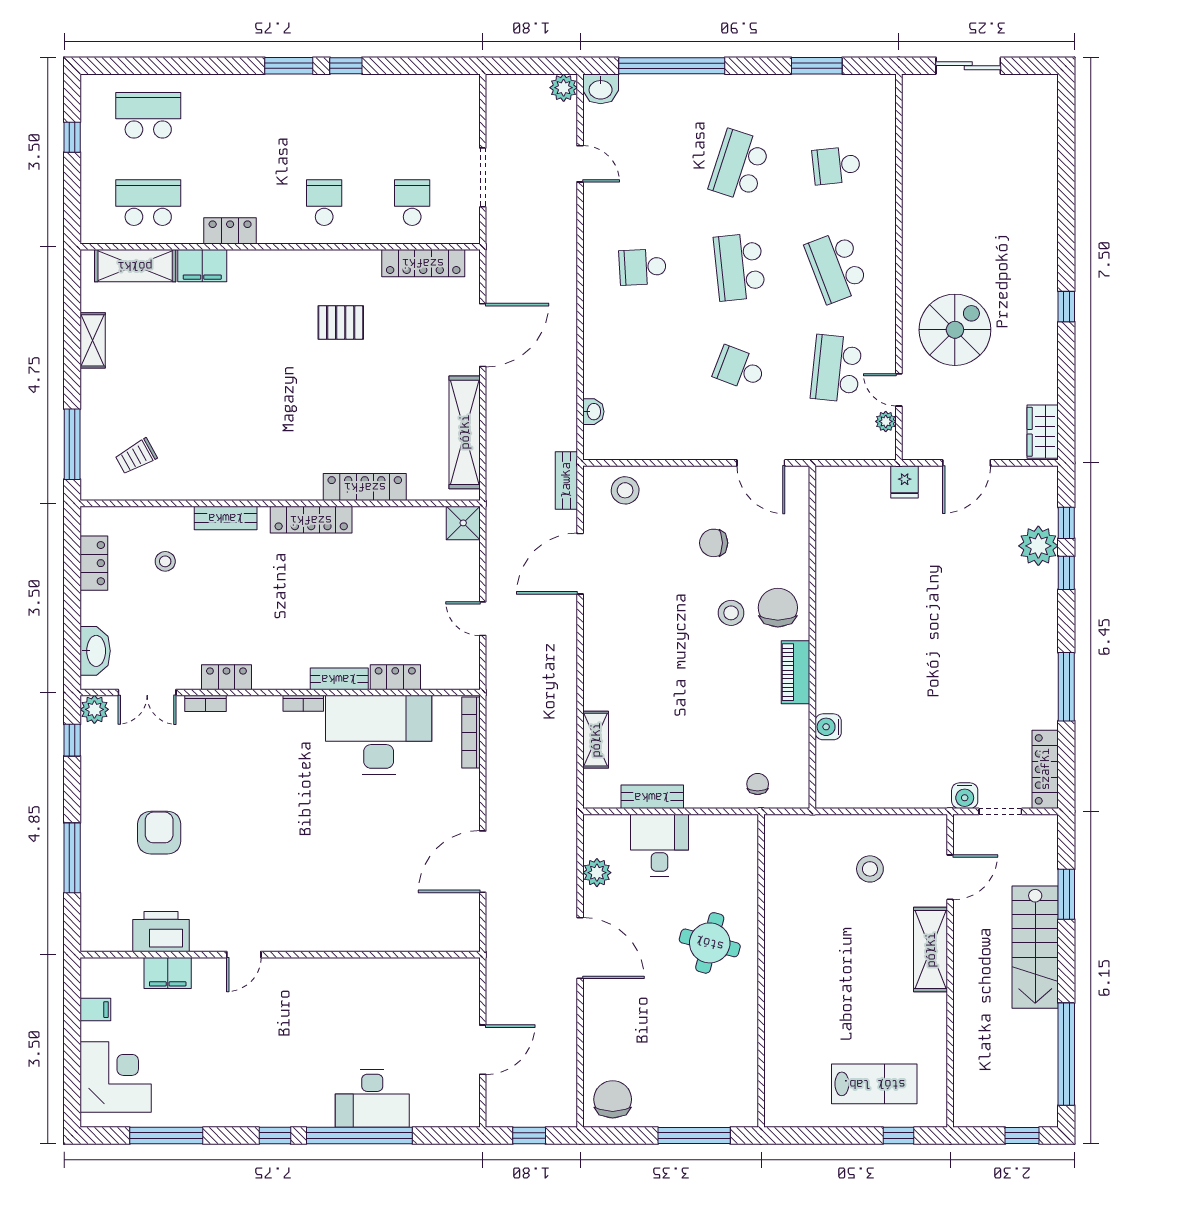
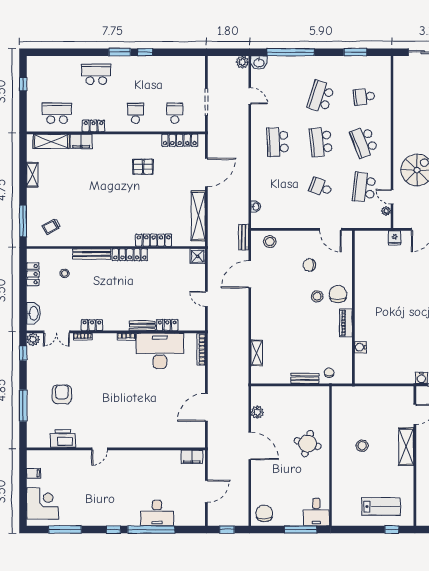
school desk: (148, 115) -> (96, 74), moved
school desk: (643, 267) -> (278, 142), width x1.85
bench: (226, 518) -> (92, 254), width x1.36
bench: (652, 797) -> (305, 378), moved
desk: (660, 845) -> (316, 512), moved, turned 180
stool: (870, 869) -> (362, 446), moved
filing cabinet: (168, 973) -> (192, 457), moved

